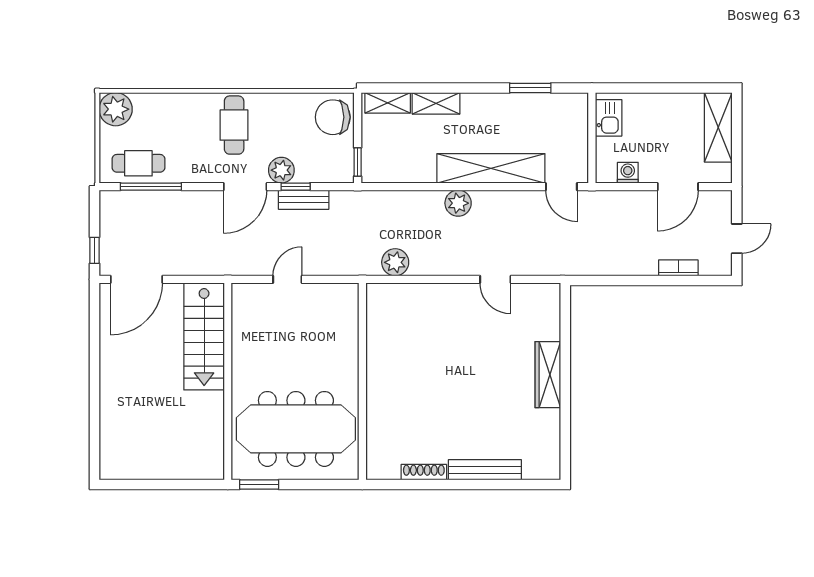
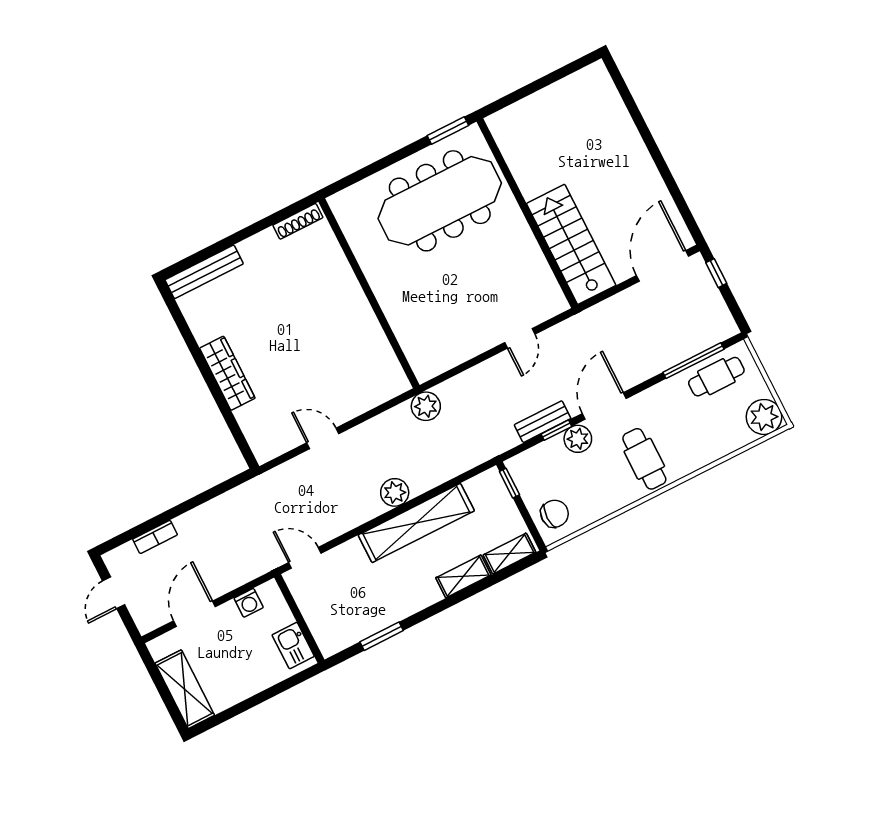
chair: (333, 117) -> (555, 514), width x0.73, depth x0.73
shelving: (491, 168) -> (416, 523), moved
wall: (362, 381) -> (369, 293), moved
bench: (485, 470) -> (204, 272), moved

